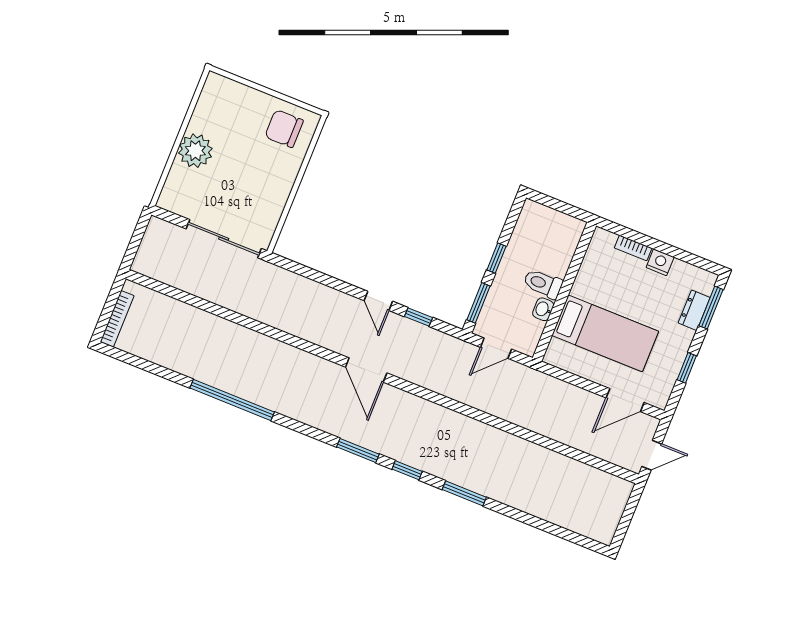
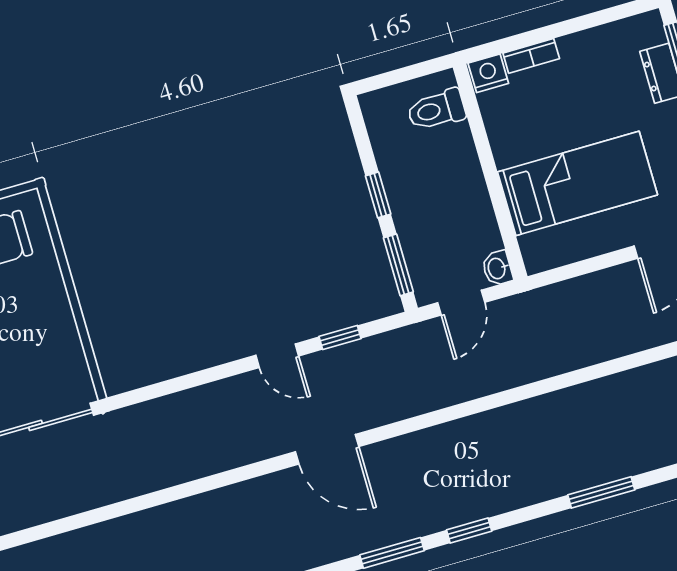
nightstand: (660, 262) -> (488, 73), moved
toilet: (543, 284) -> (436, 110), moved
washbasin: (543, 309) -> (497, 268), moved
window: (464, 493) -> (601, 492), moved

